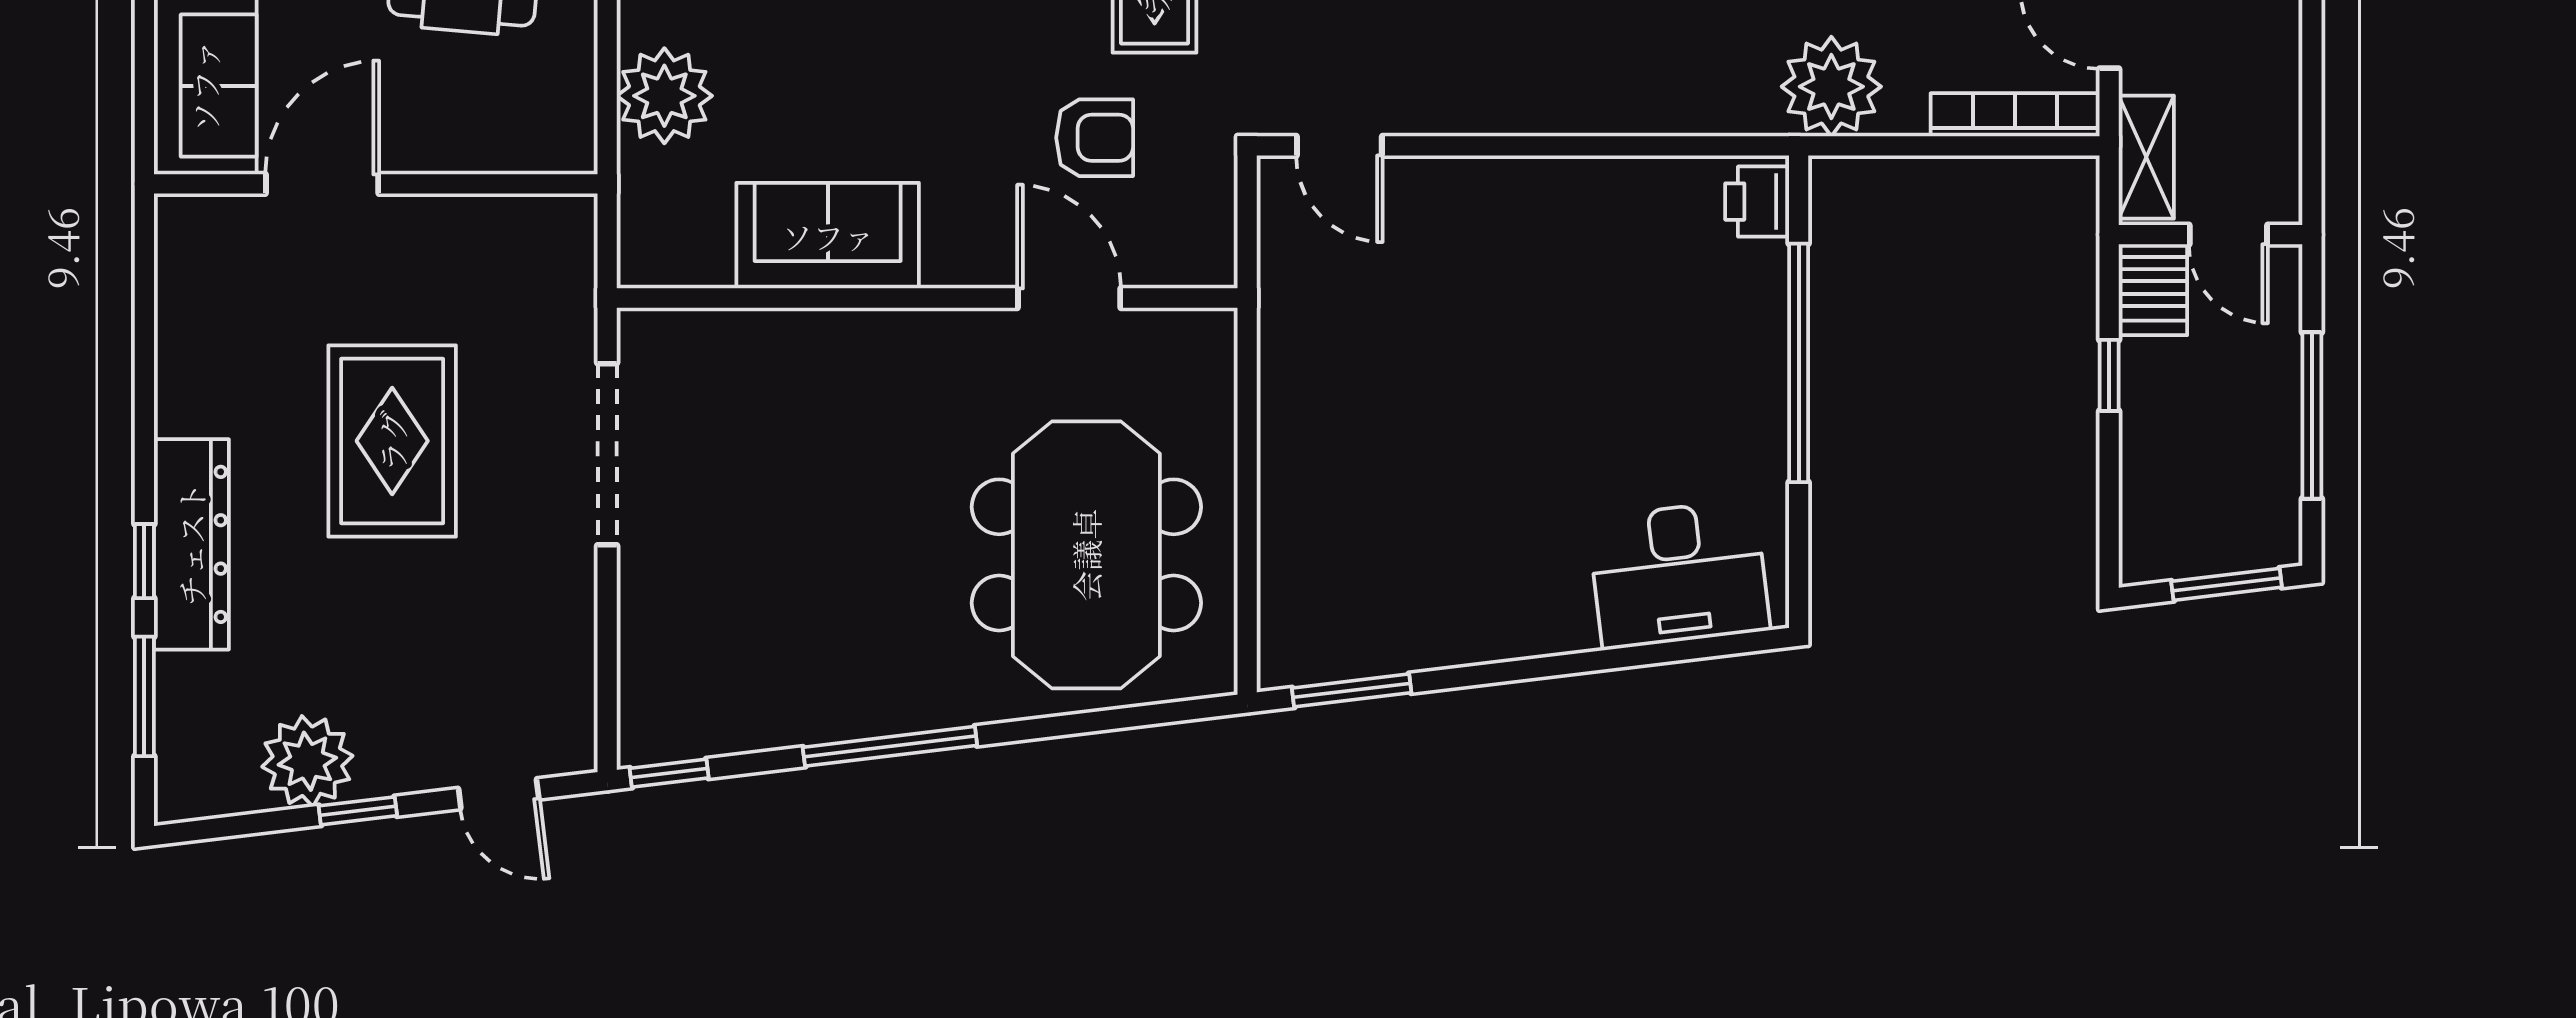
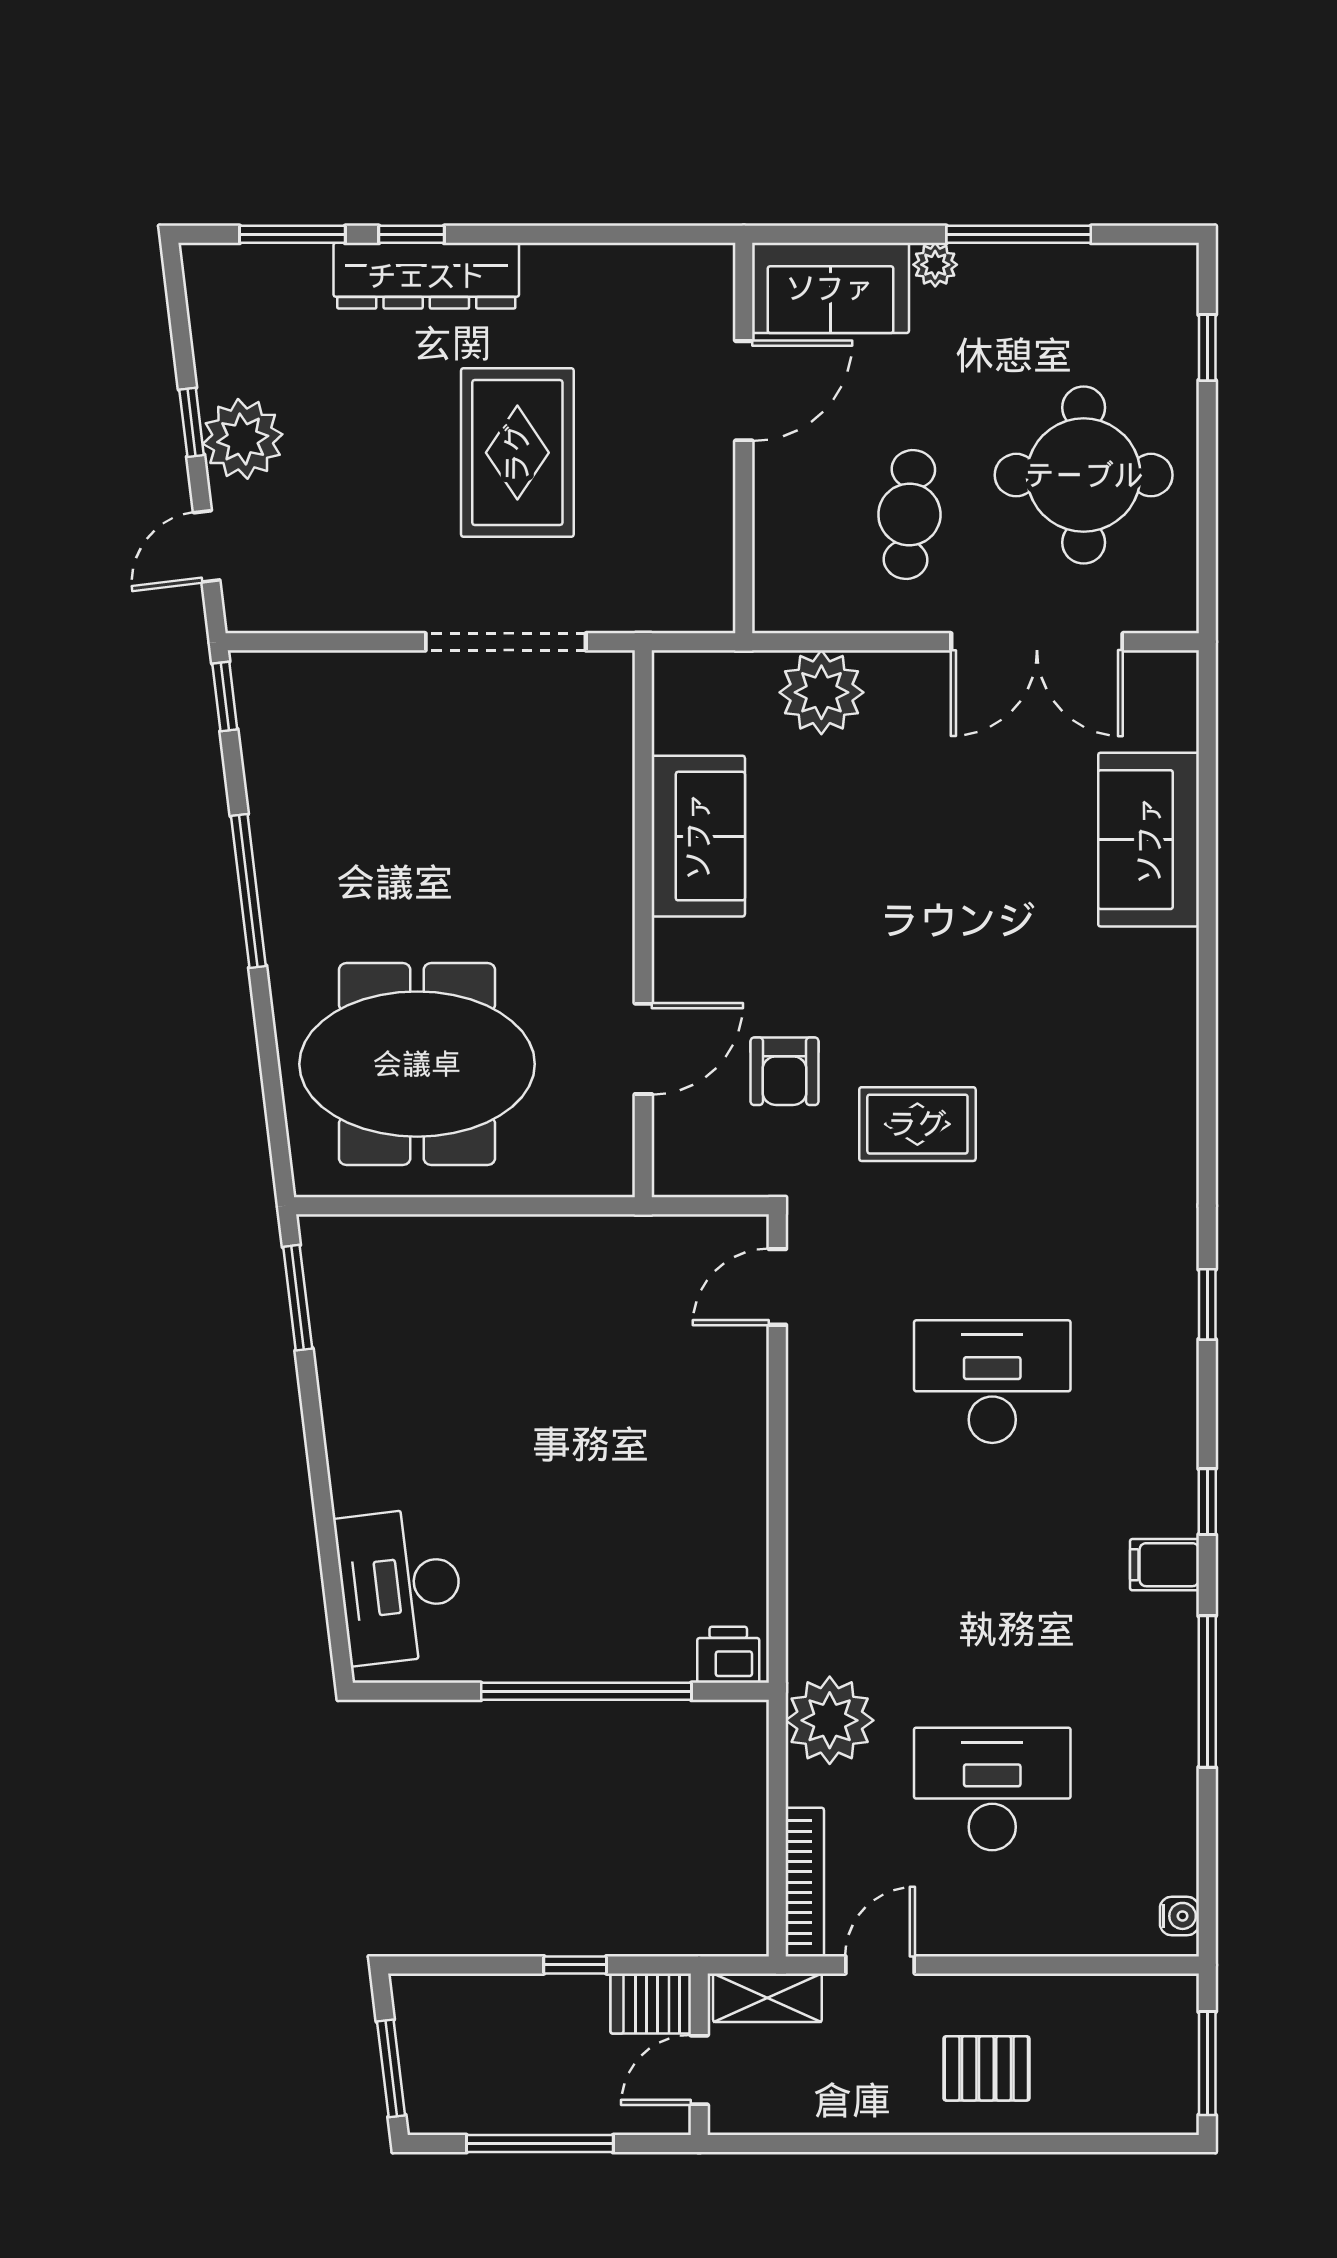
door: (322, 184) -> (744, 391), hinge flipped
rug: (392, 441) -> (517, 453), turned 90
plant: (307, 761) -> (243, 439), moved

